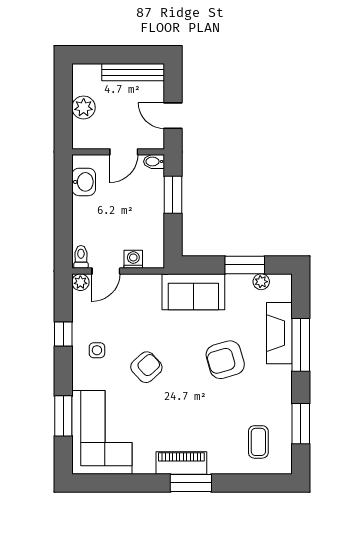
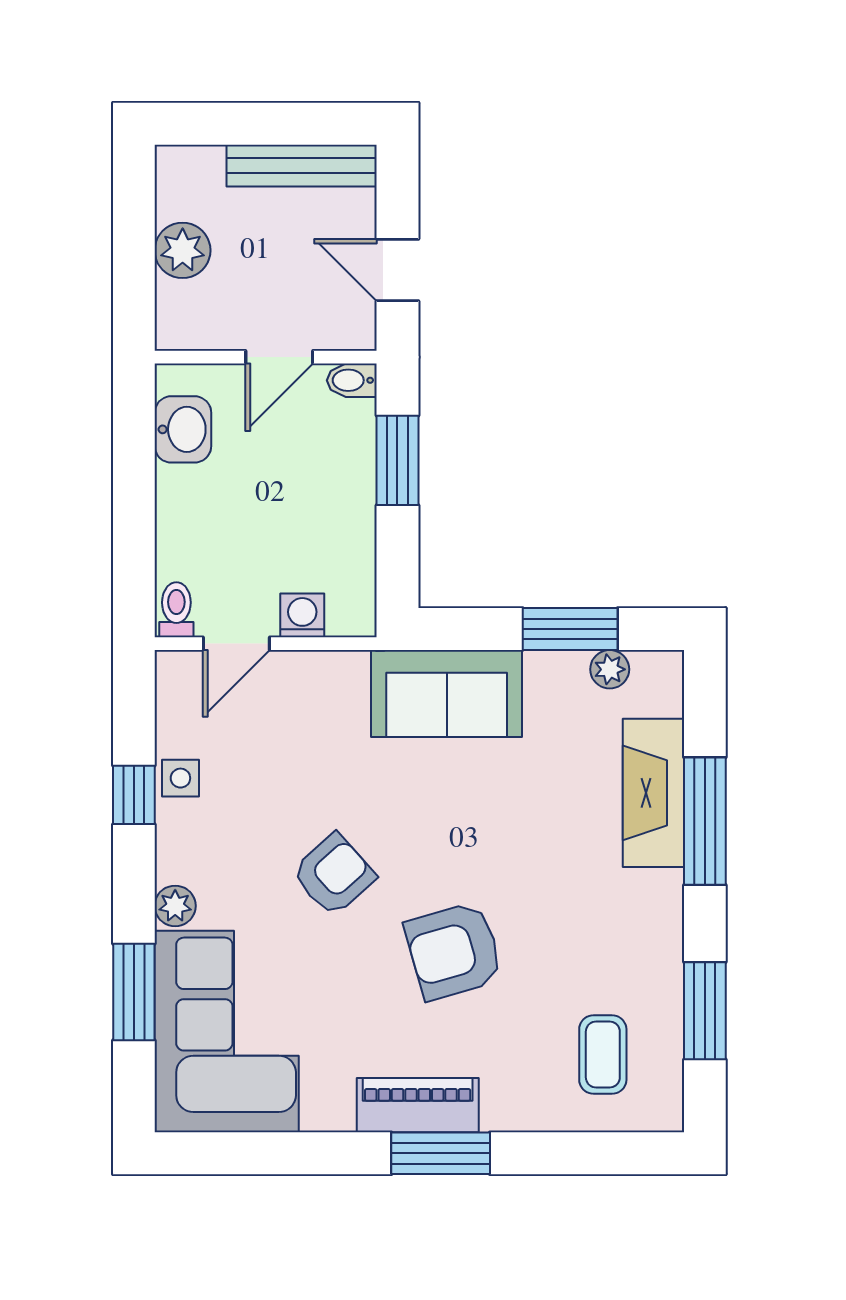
plant: (80, 282) -> (175, 906), moved
side table: (97, 350) -> (180, 778), moved
armchair: (225, 360) -> (454, 951), moved

